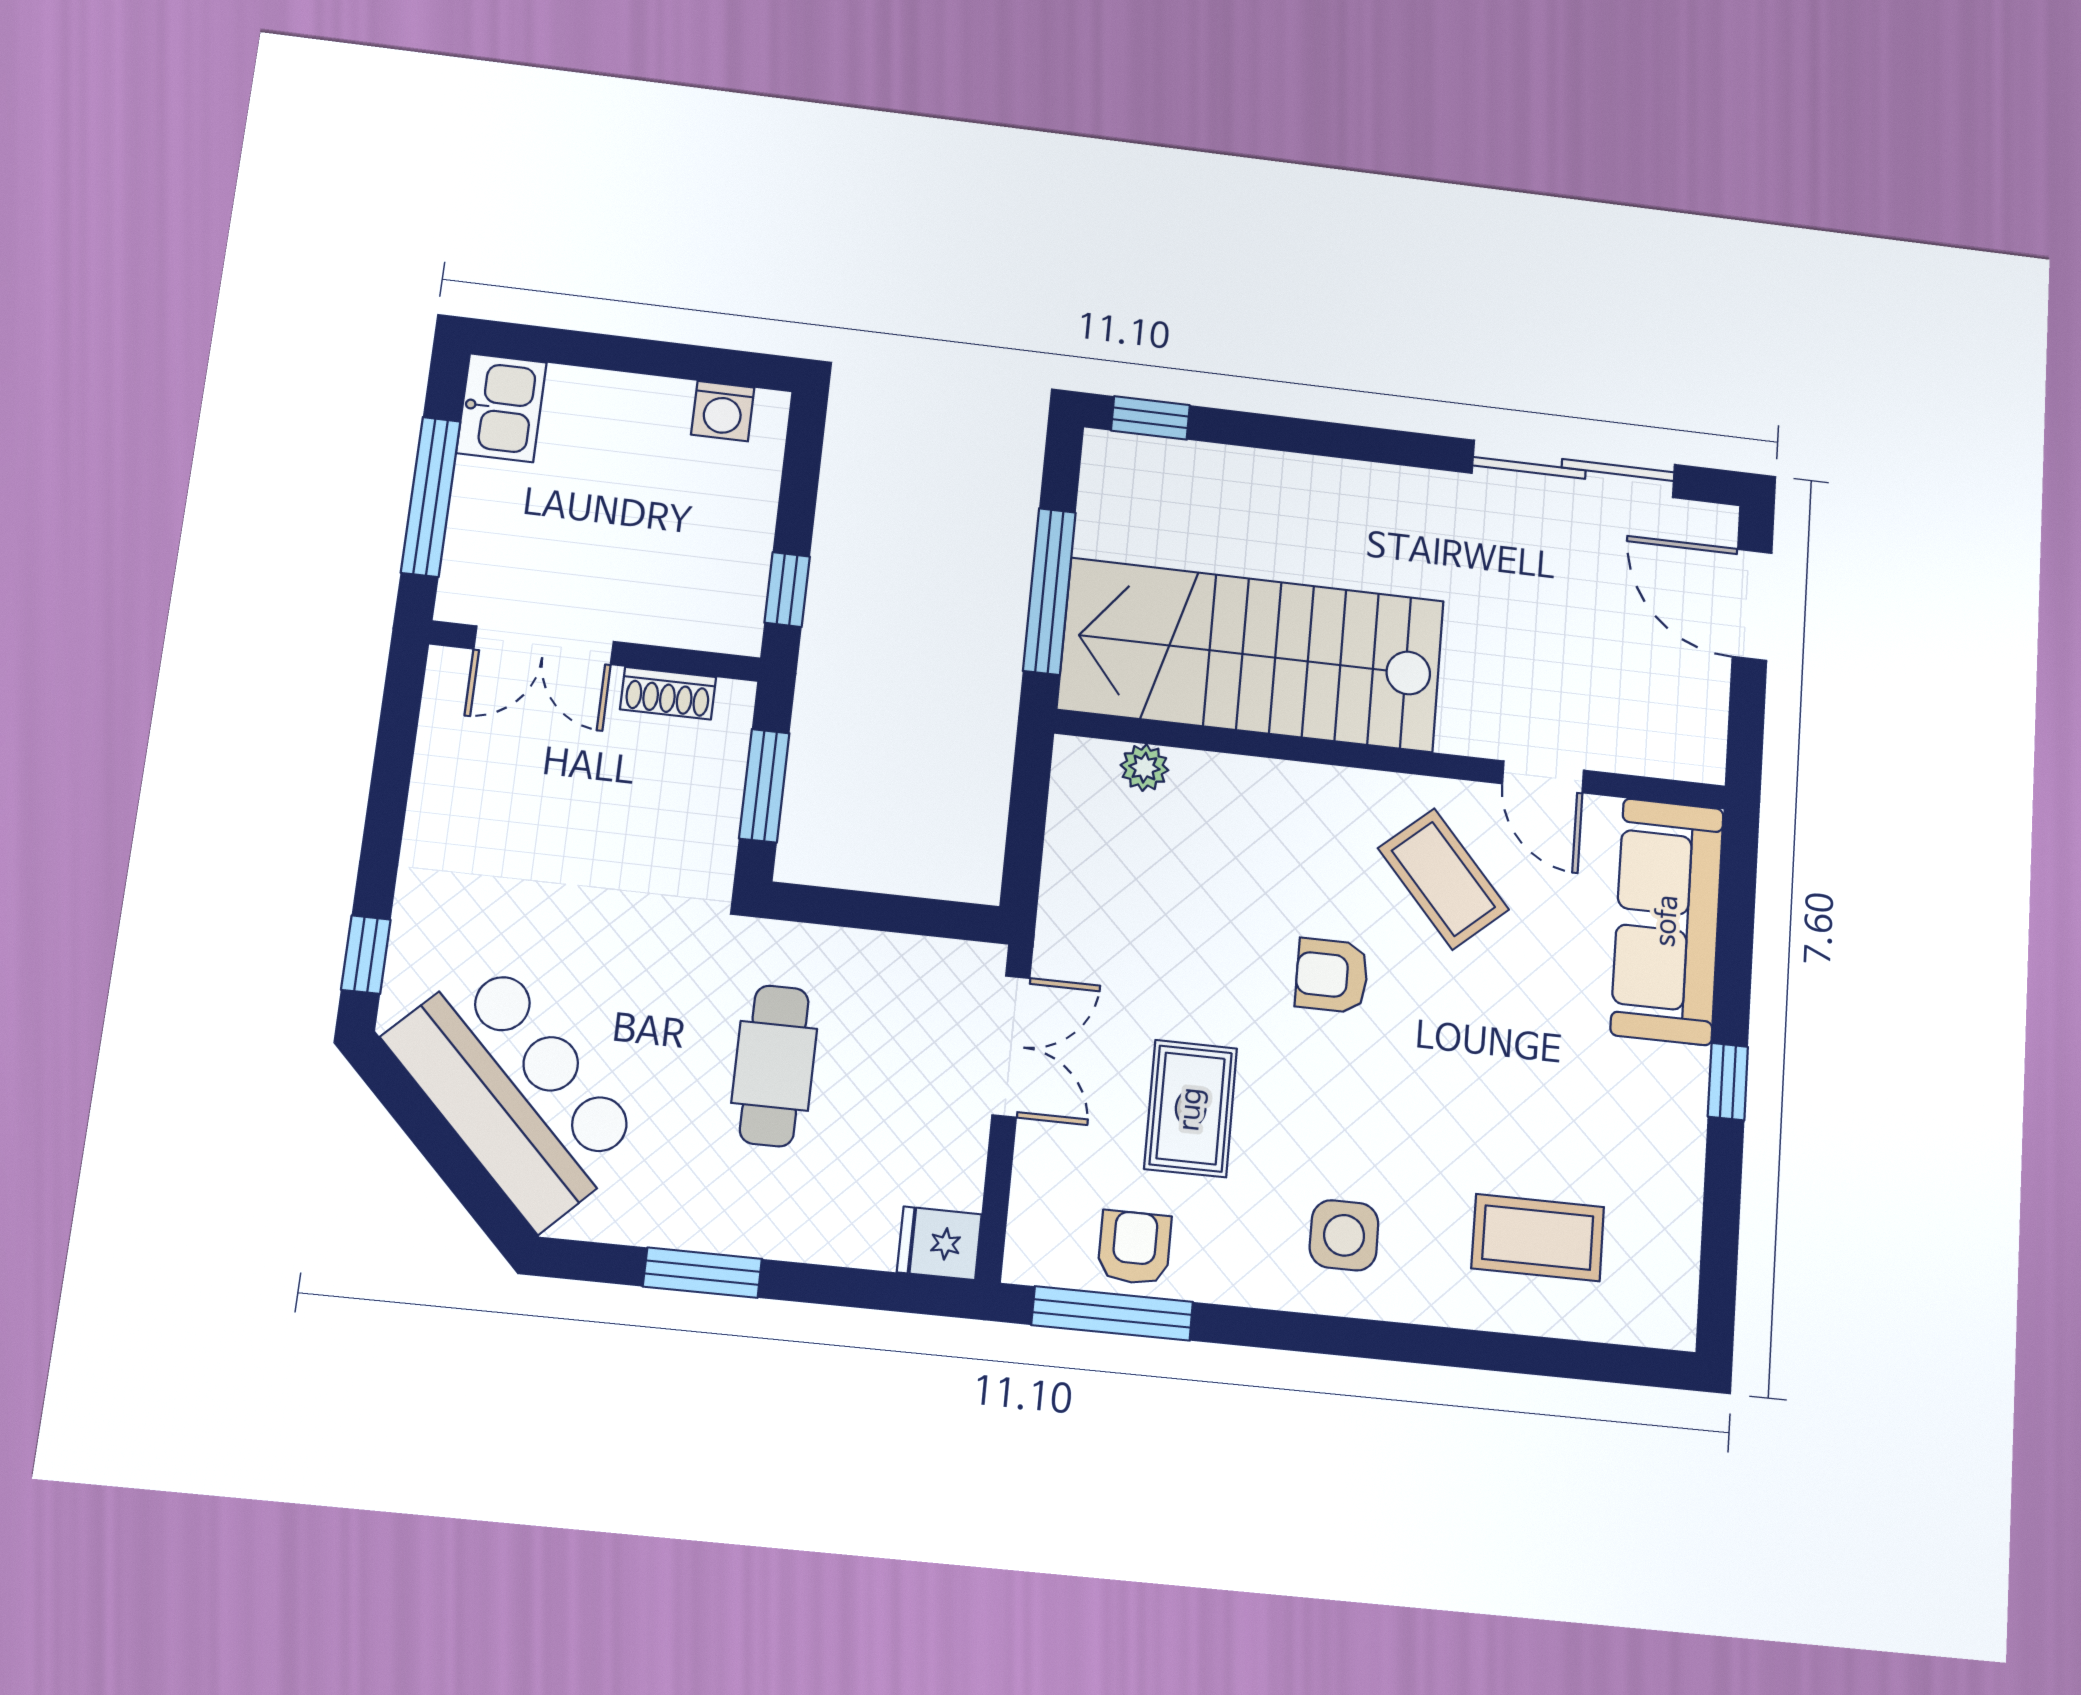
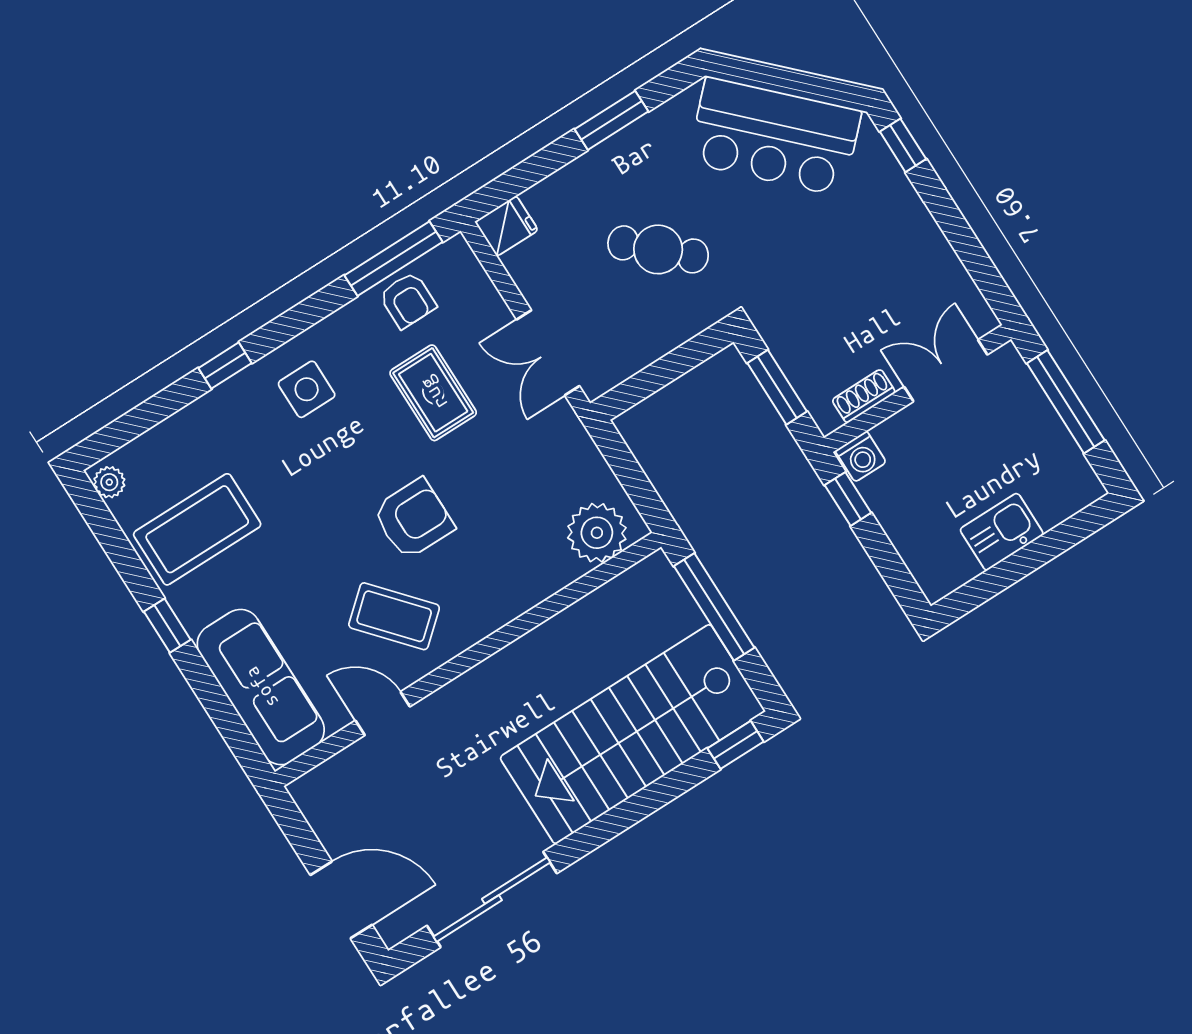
kitchen sink: (501, 408) -> (1002, 532), moved, turned 90
washing machine: (723, 411) -> (861, 457), moved, turned 180
stairs: (1252, 655) -> (632, 734), moved, turned 180
plant: (1144, 768) -> (597, 533), width x1.88, depth x1.88
armchair: (1332, 976) -> (413, 519), width x1.38, depth x1.38
cafe table: (774, 1066) -> (658, 249), turned -47
coffee table: (1538, 1238) -> (197, 529), moved, width x1.36, depth x1.32
plant: (1673, 1312) -> (109, 482), added
window: (1424, 1344) -> (225, 366), added

